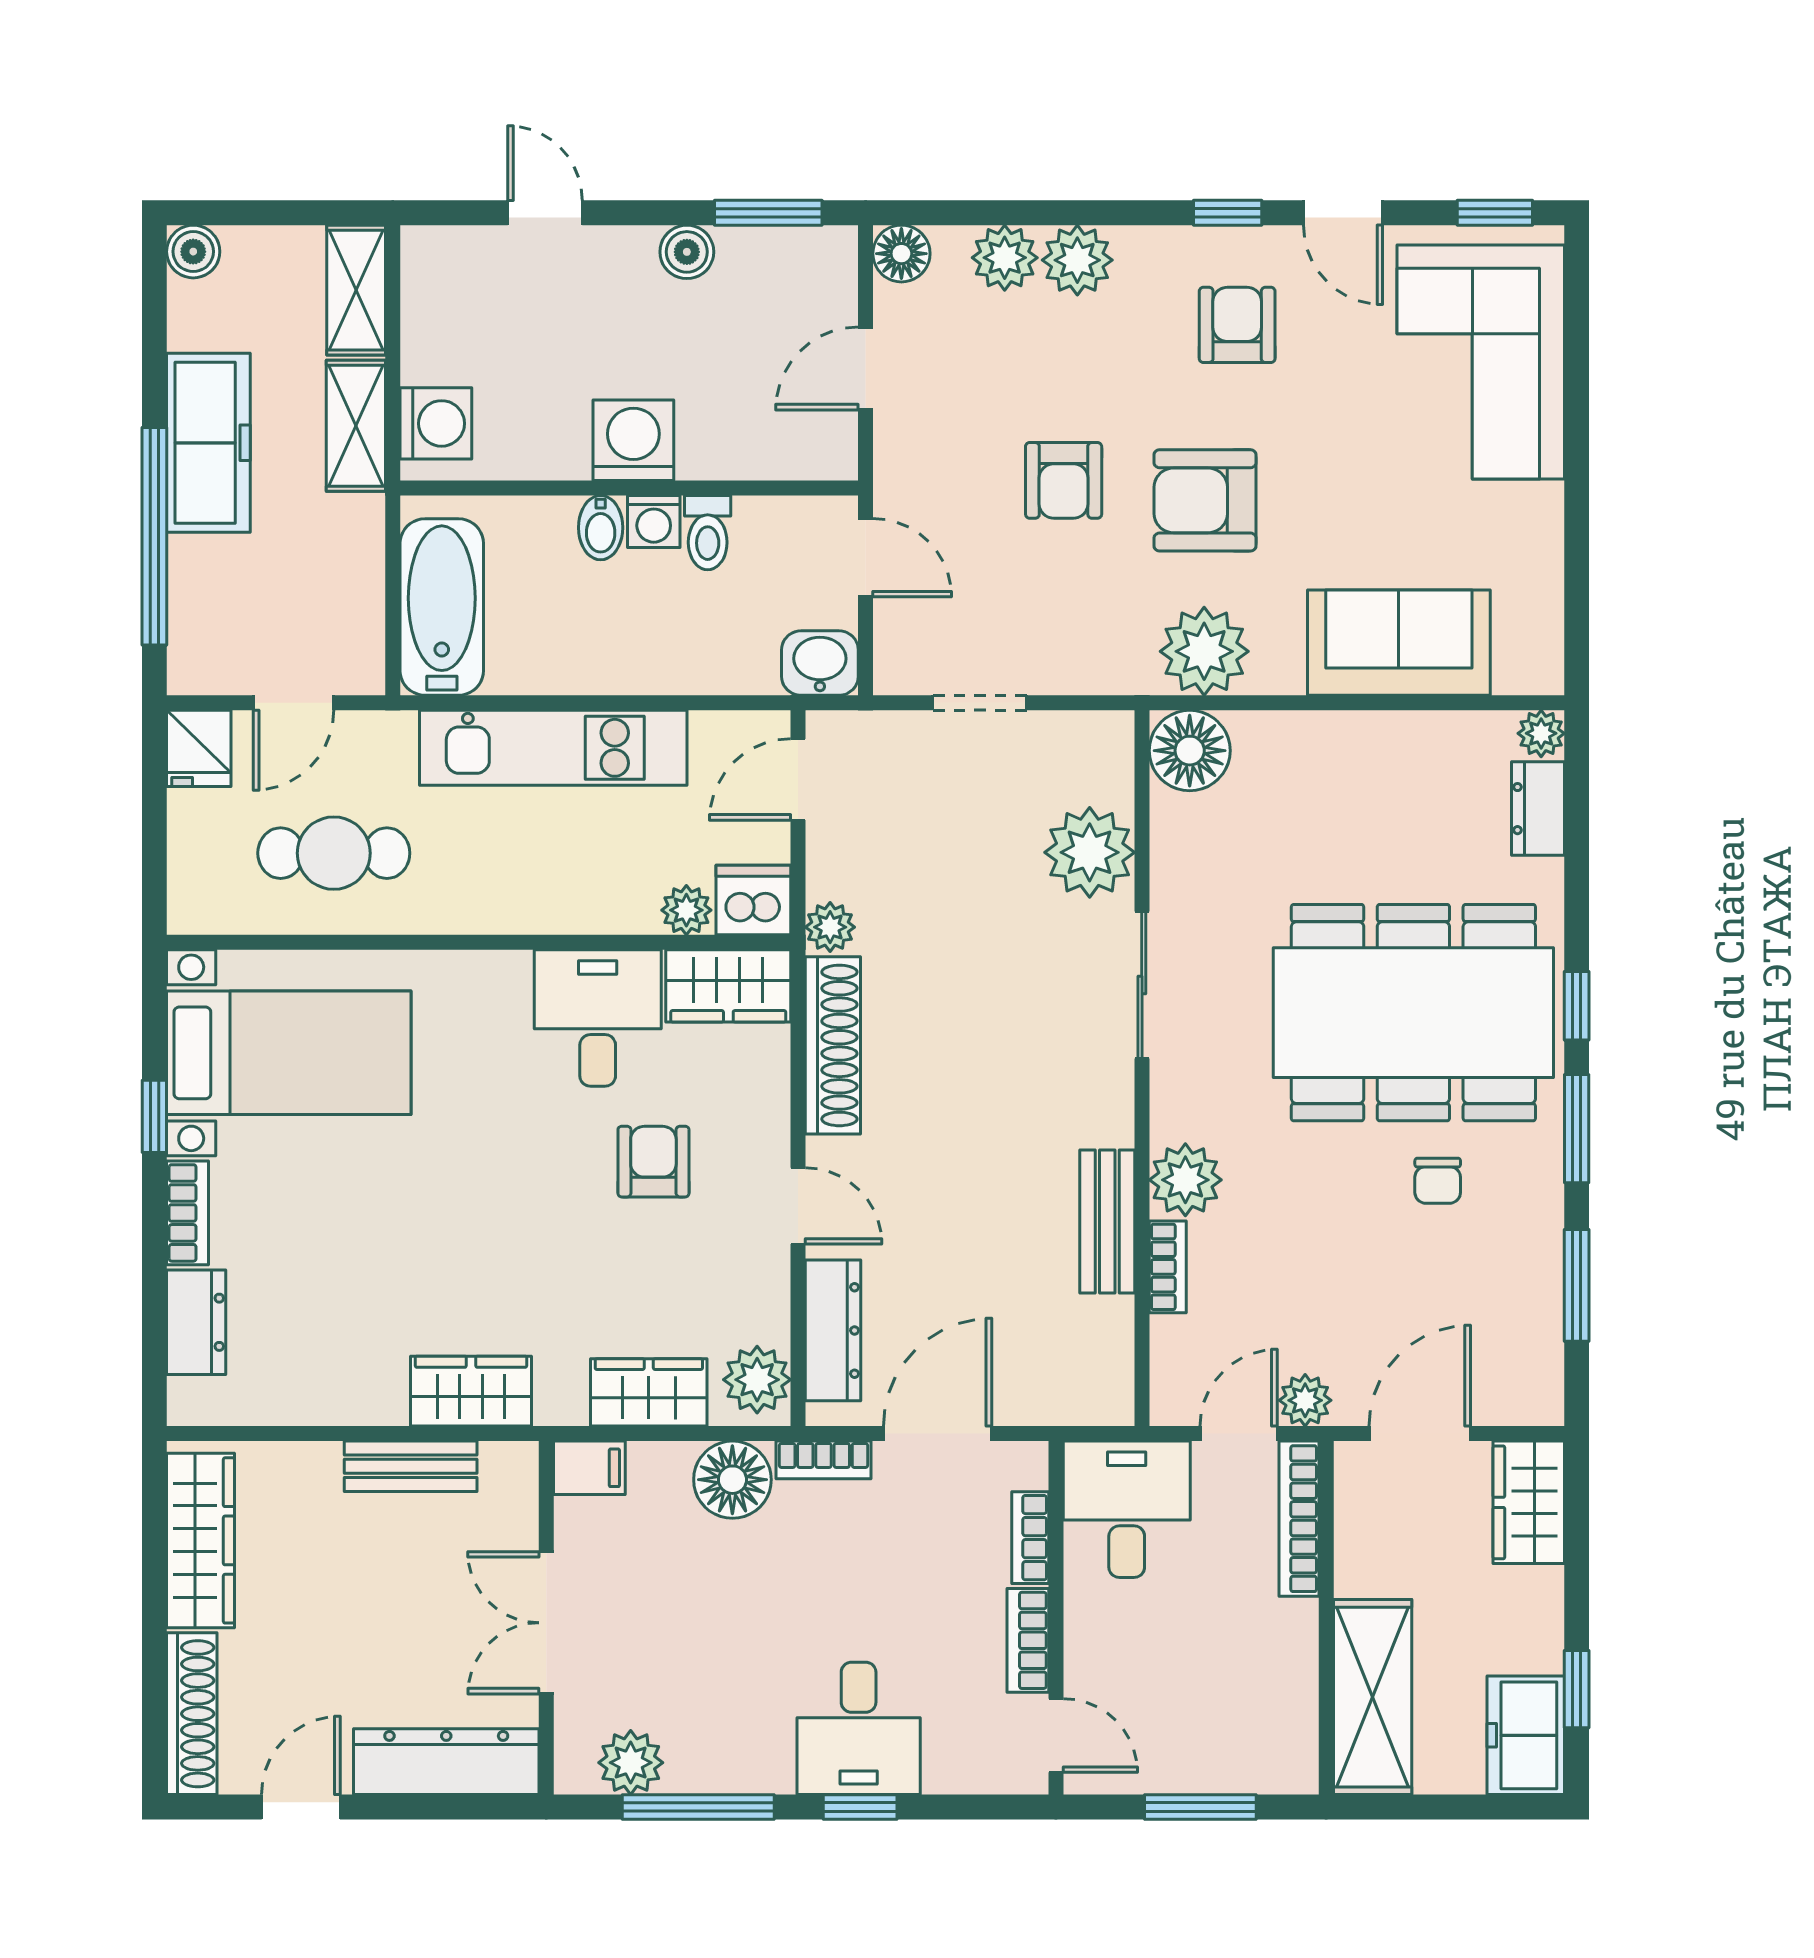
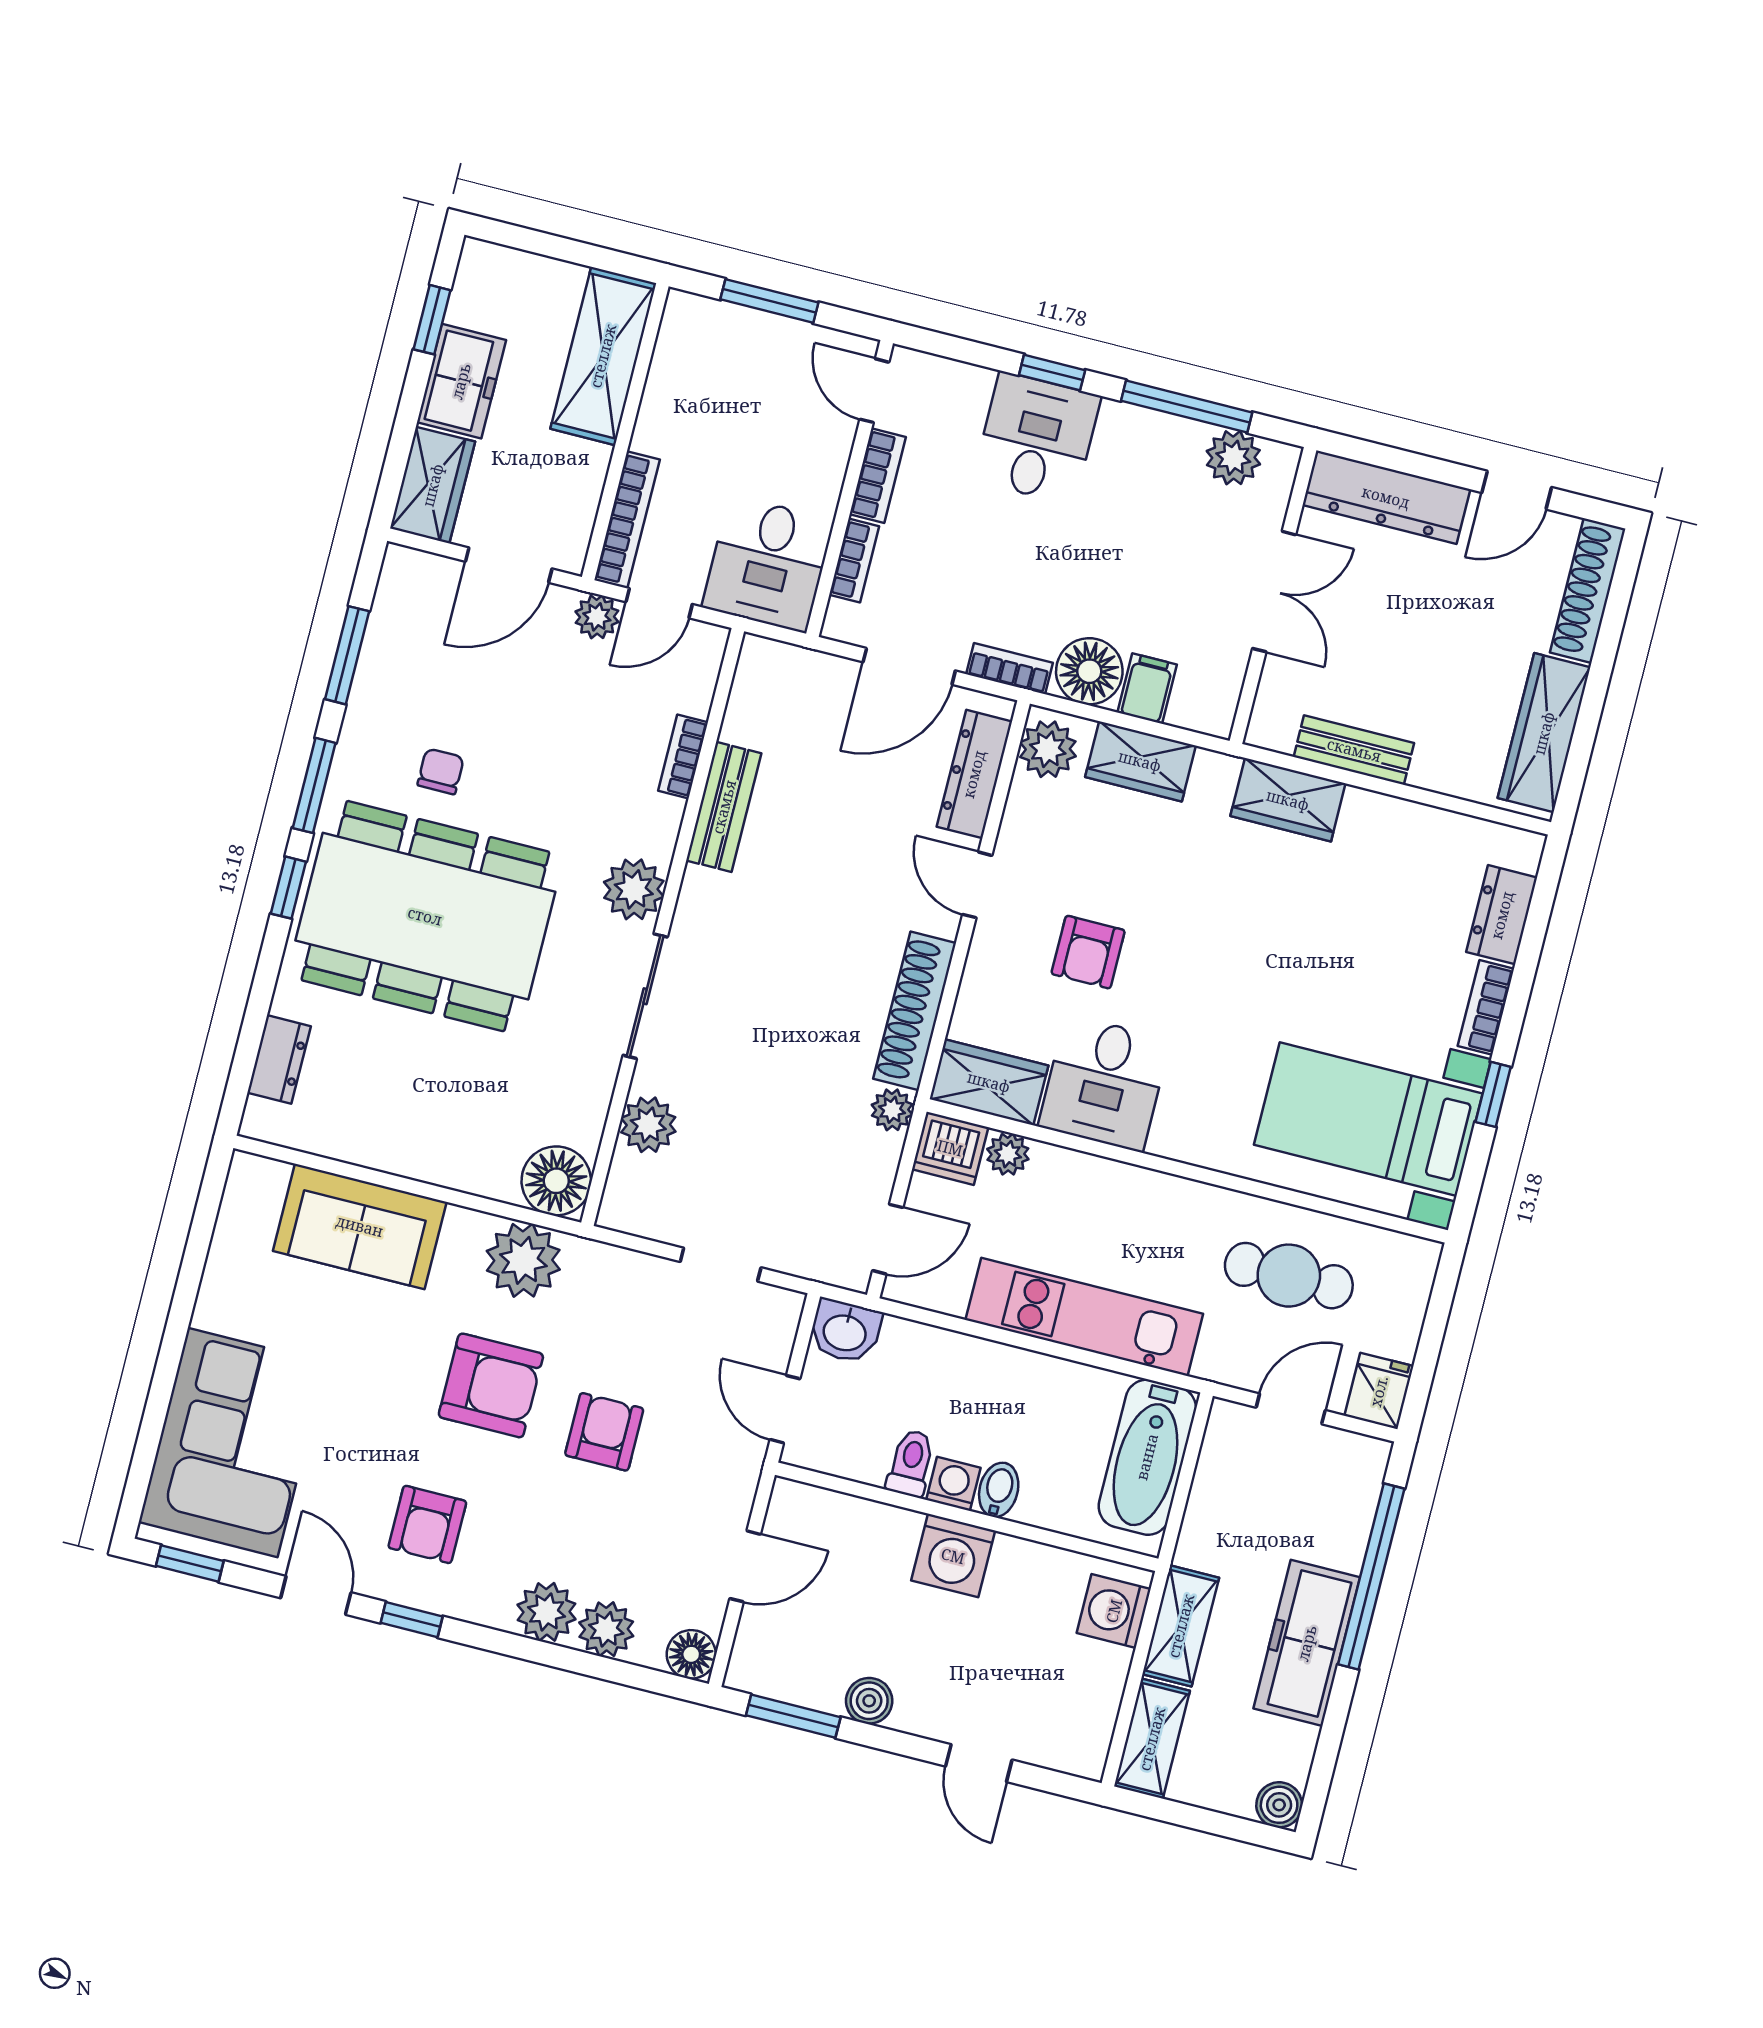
plant: (1541, 733) -> (261, 1121), removed
plant: (1090, 852) -> (648, 1125), width x0.73, depth x0.73
plant: (1185, 1180) -> (634, 889), moved
filing cabinet: (589, 1468) -> (1147, 688), moved, turned 90
freezer: (1526, 1735) -> (461, 381), moved

